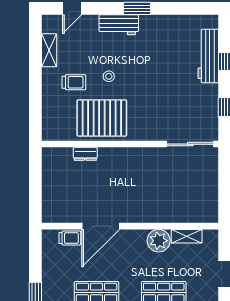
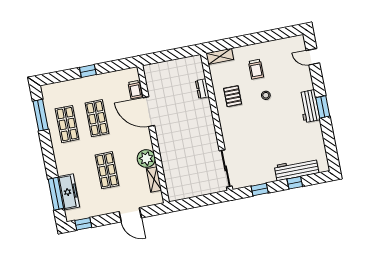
workbench: (119, 25) -> (309, 106), moved
shelving: (49, 50) -> (220, 56), moved
pallet: (102, 118) -> (233, 96), width x0.49, depth x0.50

